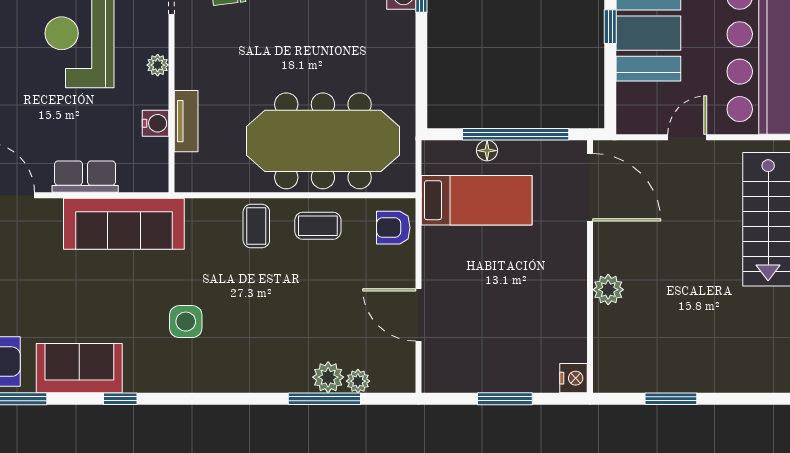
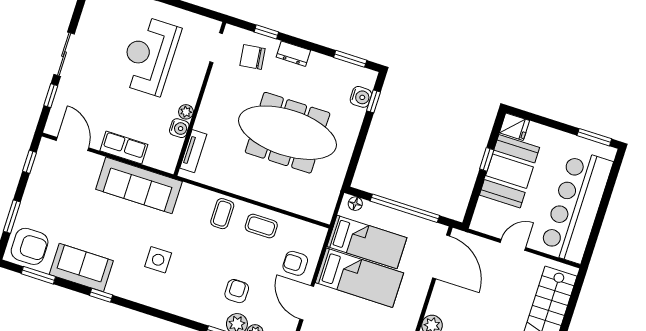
plant: (158, 65) -> (186, 112), moved
tv unit: (186, 121) -> (193, 151), moved
meeting table: (323, 141) -> (288, 133), moved
floor lamp: (487, 151) -> (355, 204), moved
armchair: (393, 228) -> (295, 263), moved
bed: (482, 255) -> (359, 278), added
armchair: (313, 330) -> (237, 291), added

